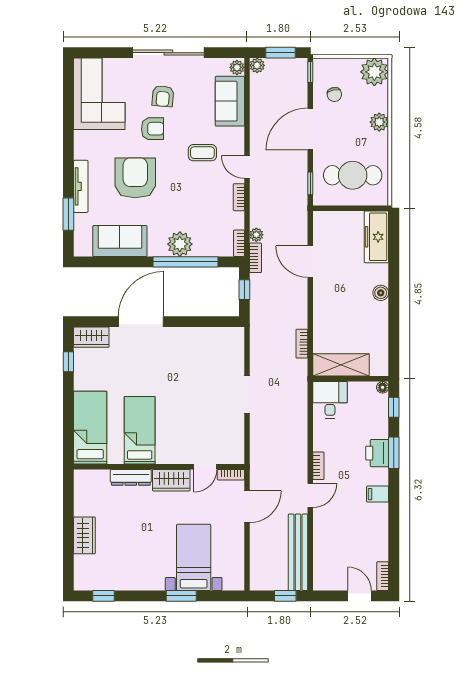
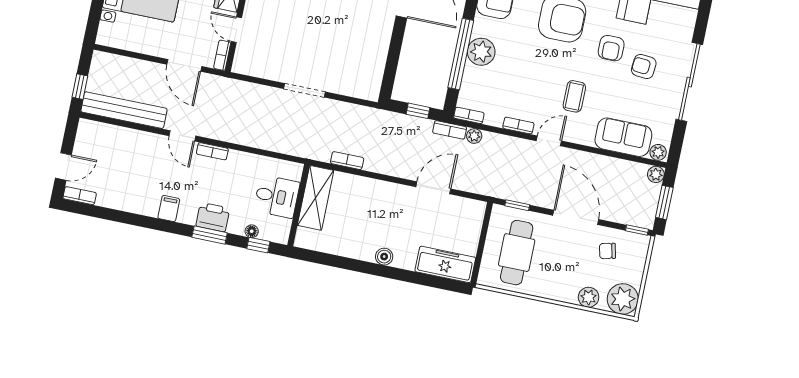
plant: (379, 122) -> (589, 297), moved
floor lamp: (383, 387) -> (252, 231), moved
desk: (330, 400) -> (277, 197), moved

